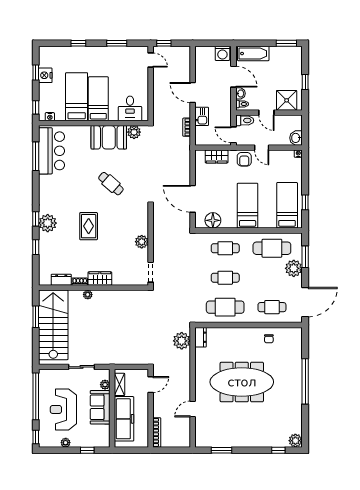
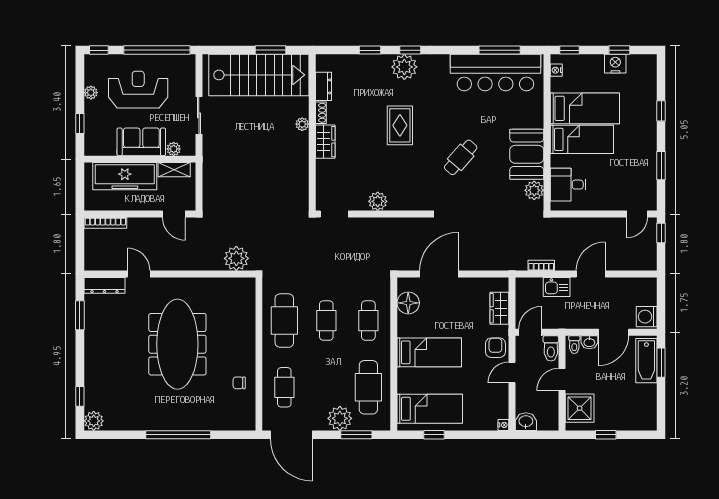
window: (286, 43) -> (661, 363), moved
bar counter: (52, 151) -> (495, 73), width x1.36
armchair: (244, 159) -> (495, 348), turned 90
rug: (89, 226) -> (400, 125), turned 90
dresser: (201, 337) -> (104, 285), moved, width x1.44

